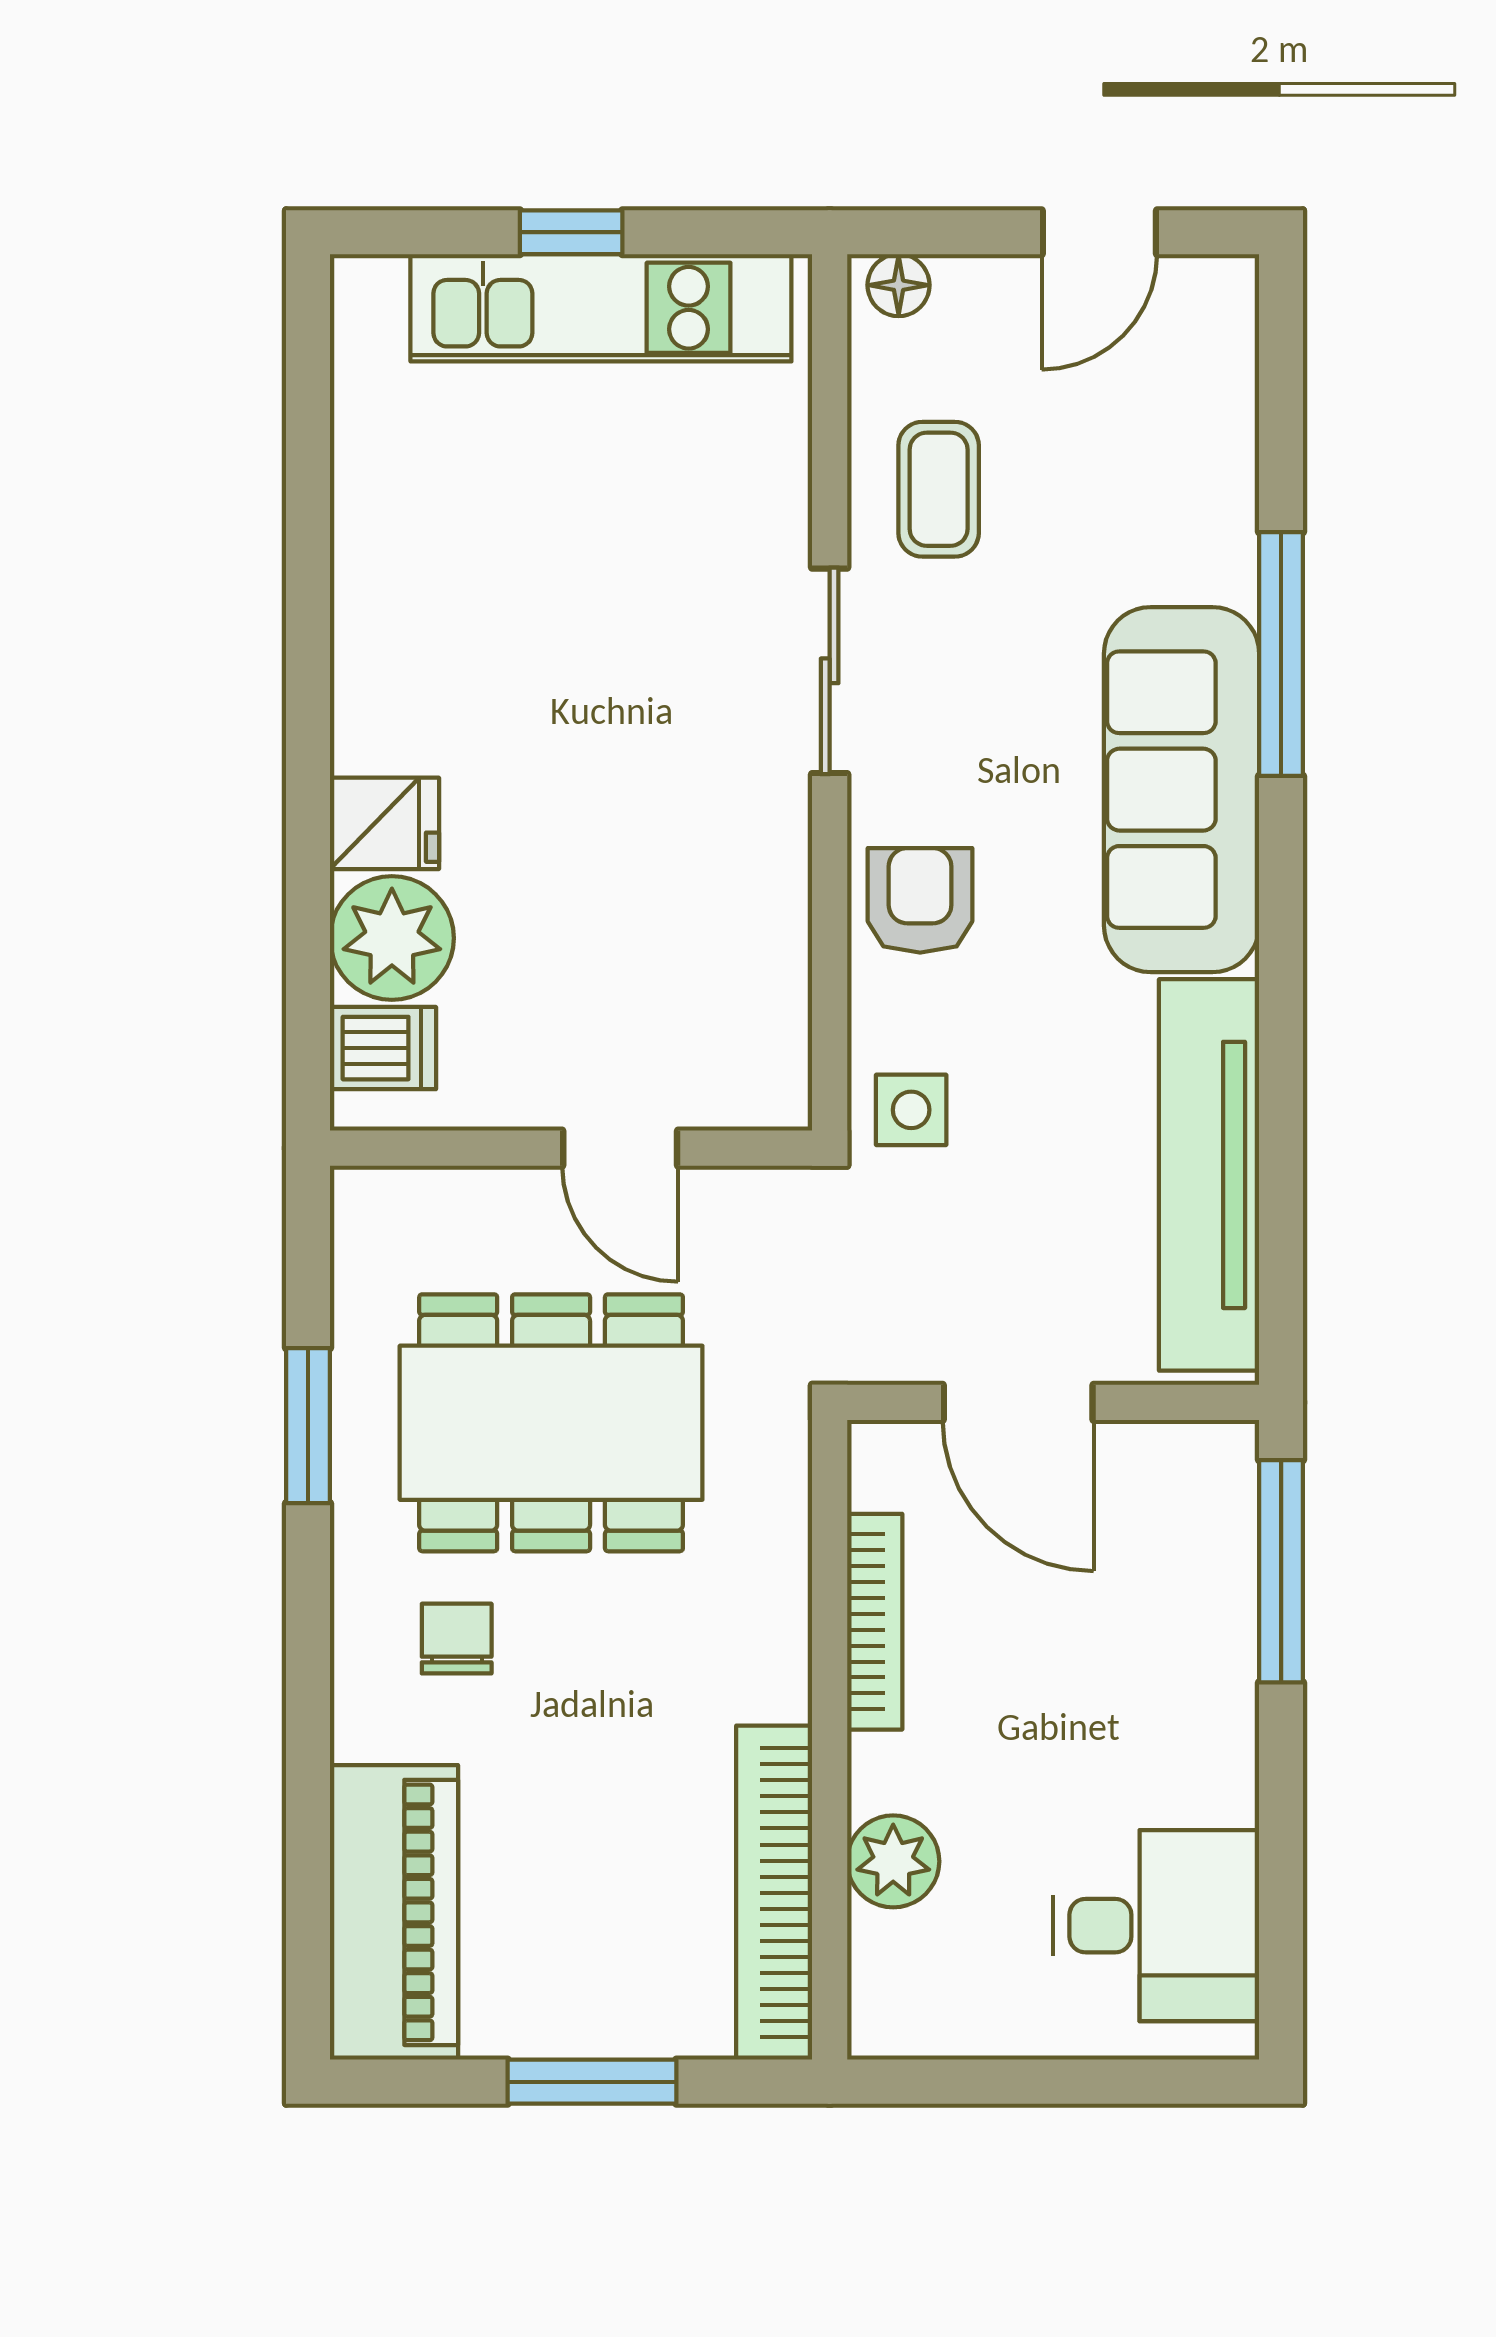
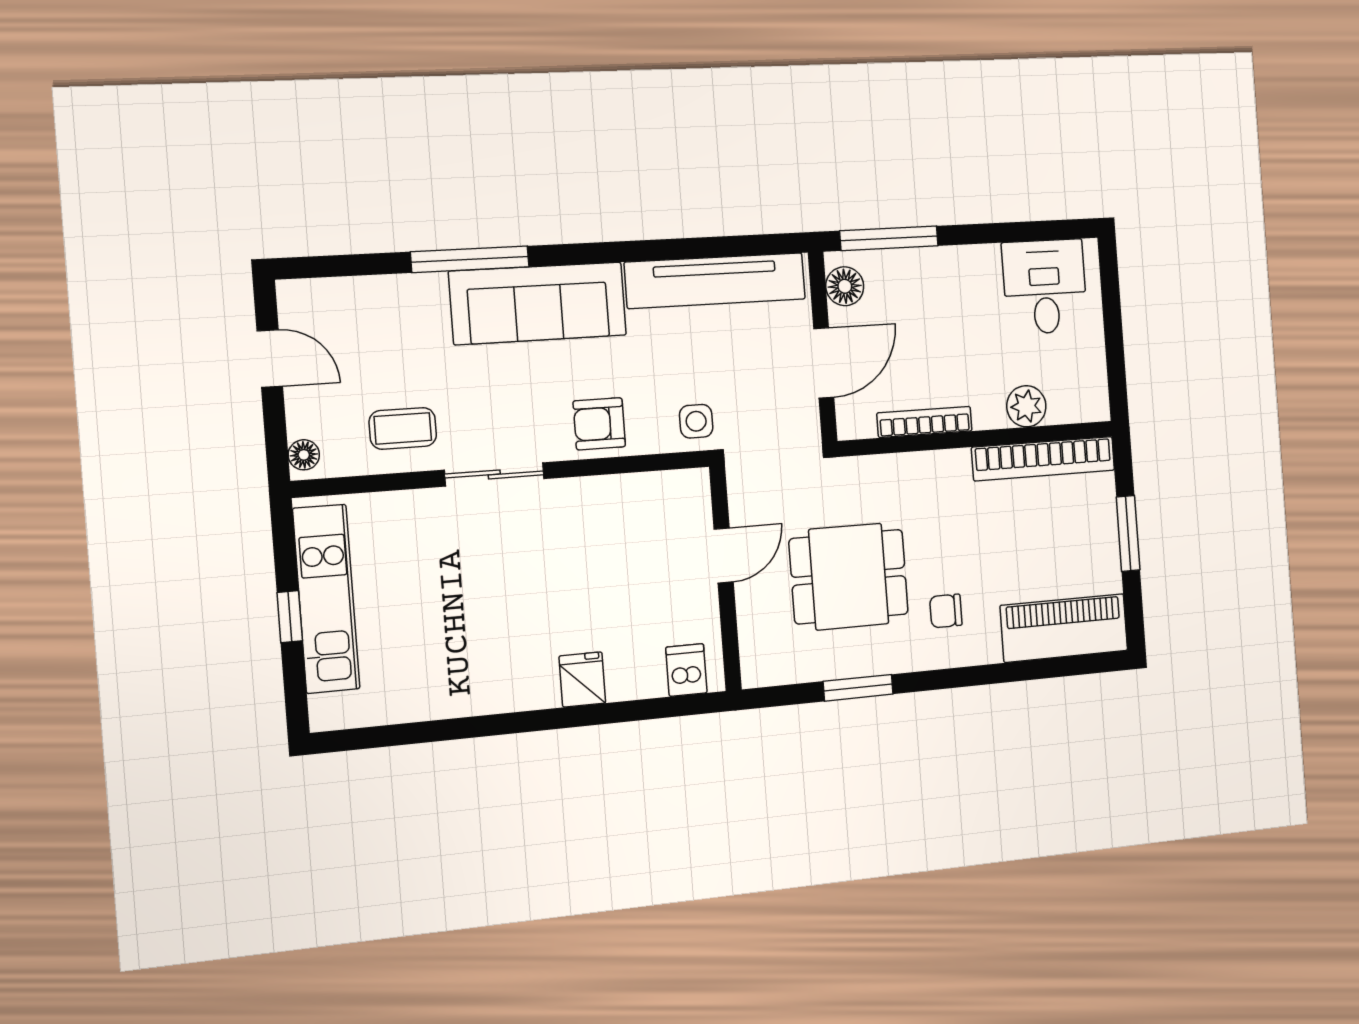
plant: (392, 938) -> (635, 671), removed
dining table: (551, 1423) -> (849, 577), width x0.73
floor lamp: (1182, 1462) -> (845, 286), added

